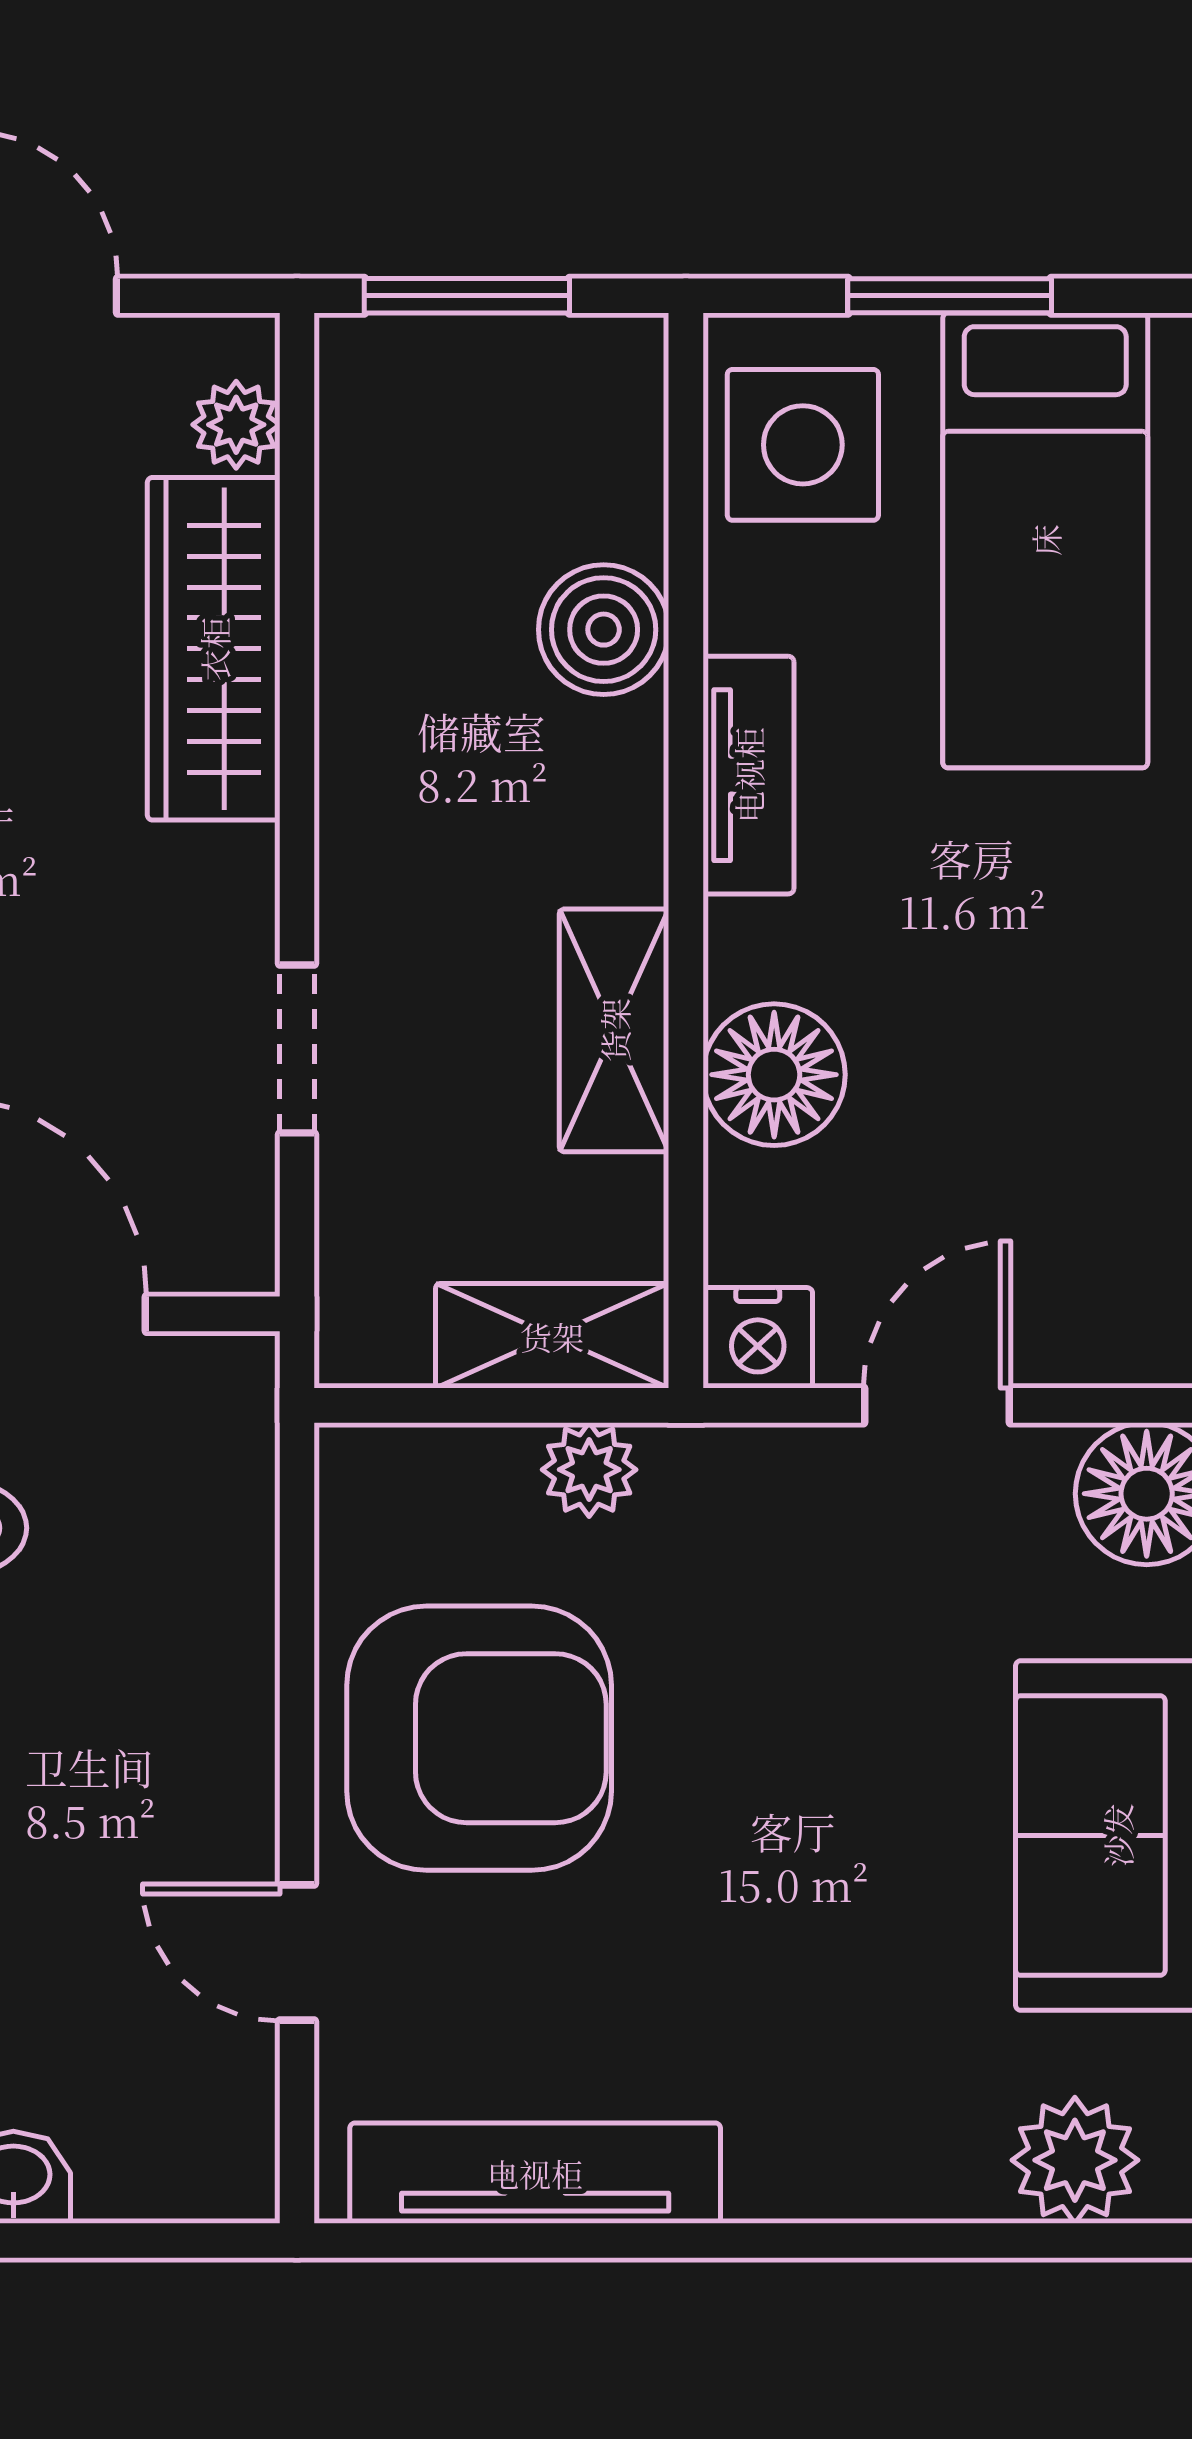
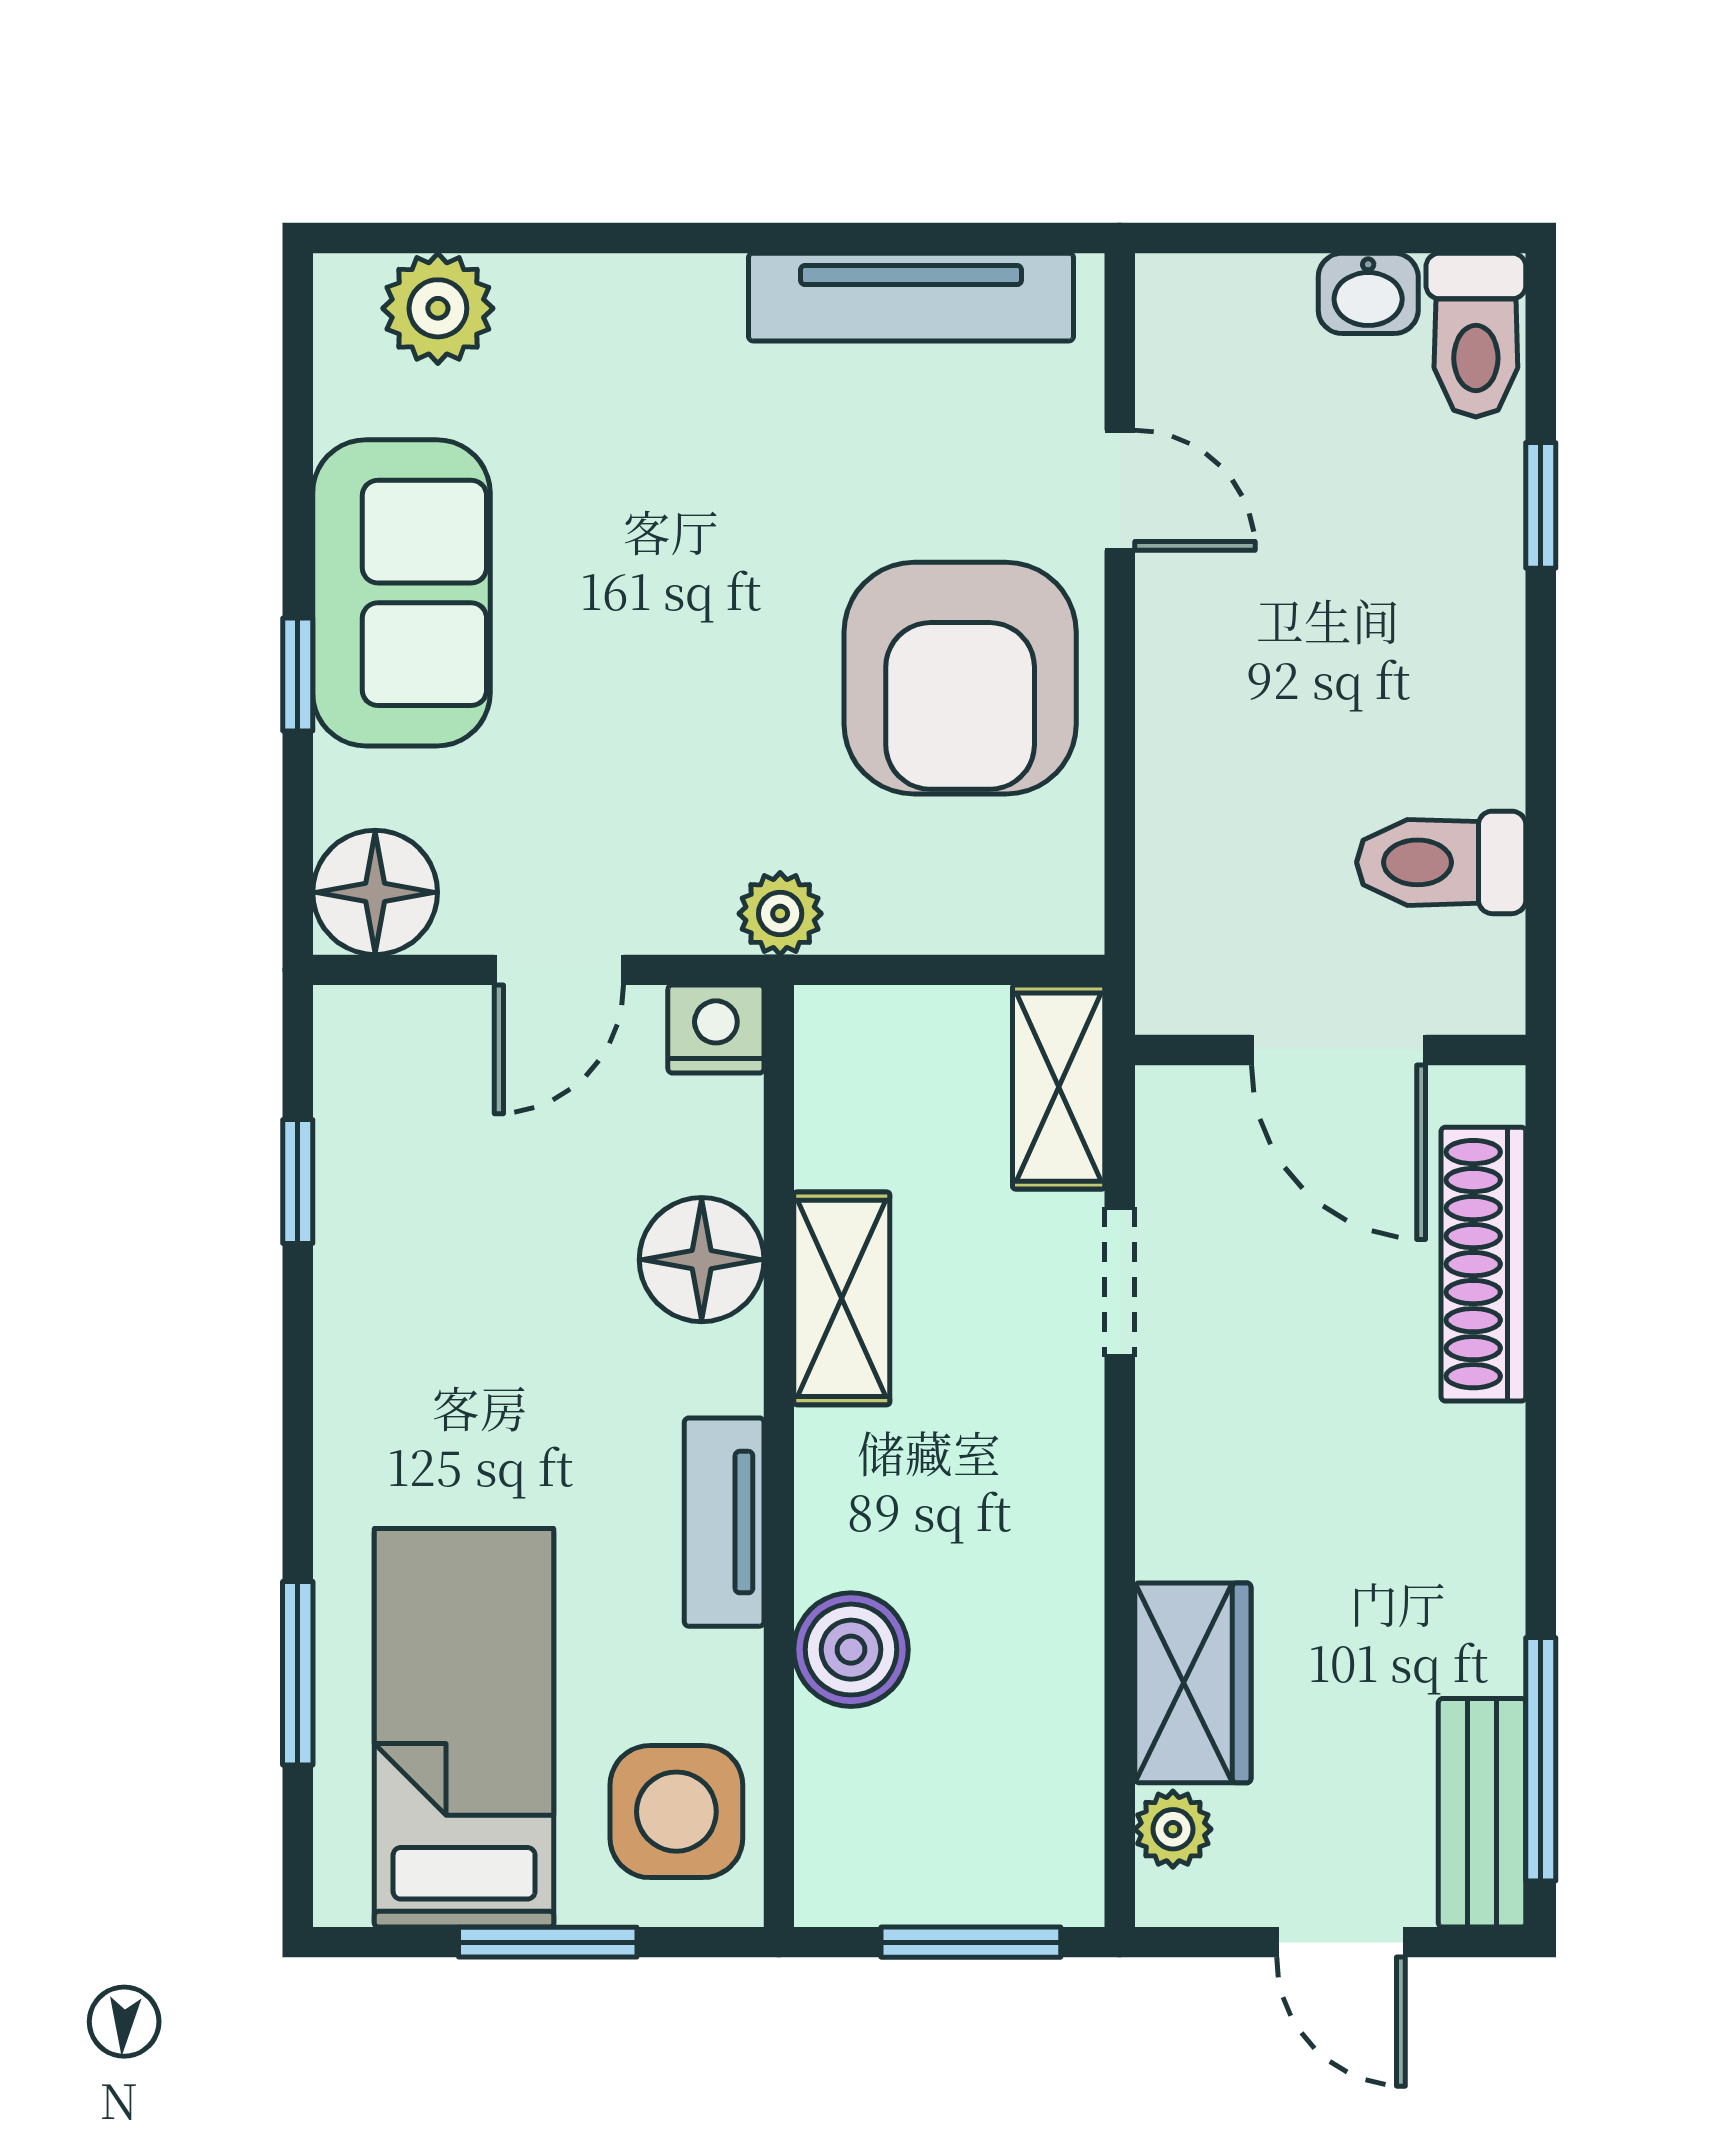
wardrobe: (214, 649) -> (1193, 1683), width x0.67
shelving: (552, 1336) -> (1059, 1087), moved, turned 90
plant: (589, 1470) -> (780, 914), moved
armchair: (479, 1738) -> (960, 678), turned -90

